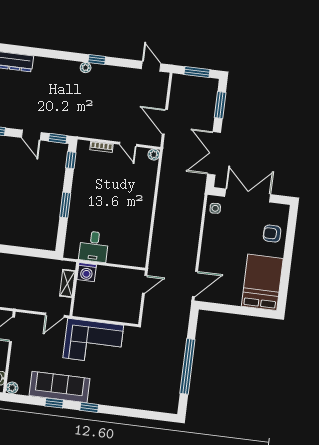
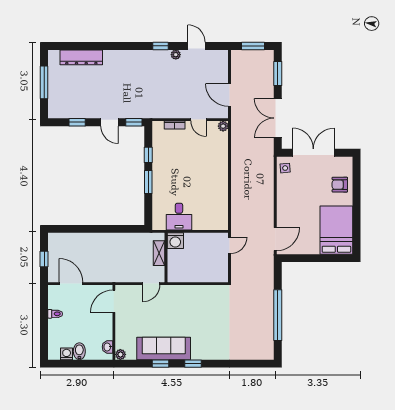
door: (151, 66) -> (196, 46), moved
plant: (86, 68) -> (176, 55), moved
window: (71, 160) -> (148, 155), moved
corner sofa: (93, 342) -> (189, 303), removed

